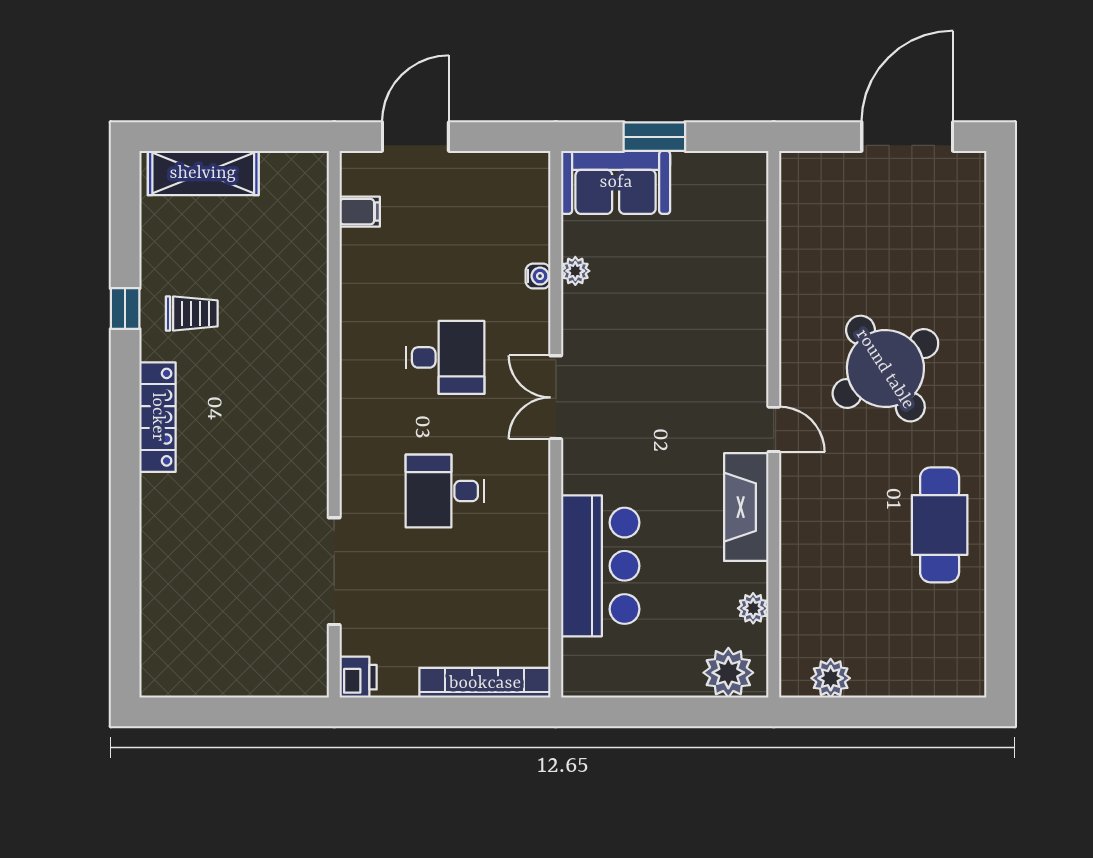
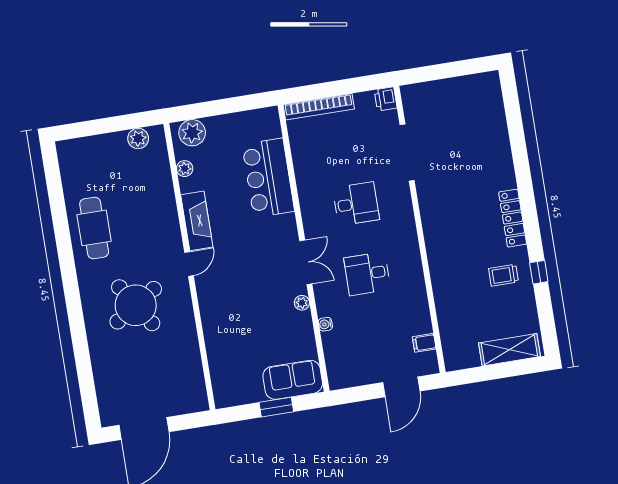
plant: (575, 271) -> (302, 303), moved
door: (774, 429) -> (189, 264), swing flipped

